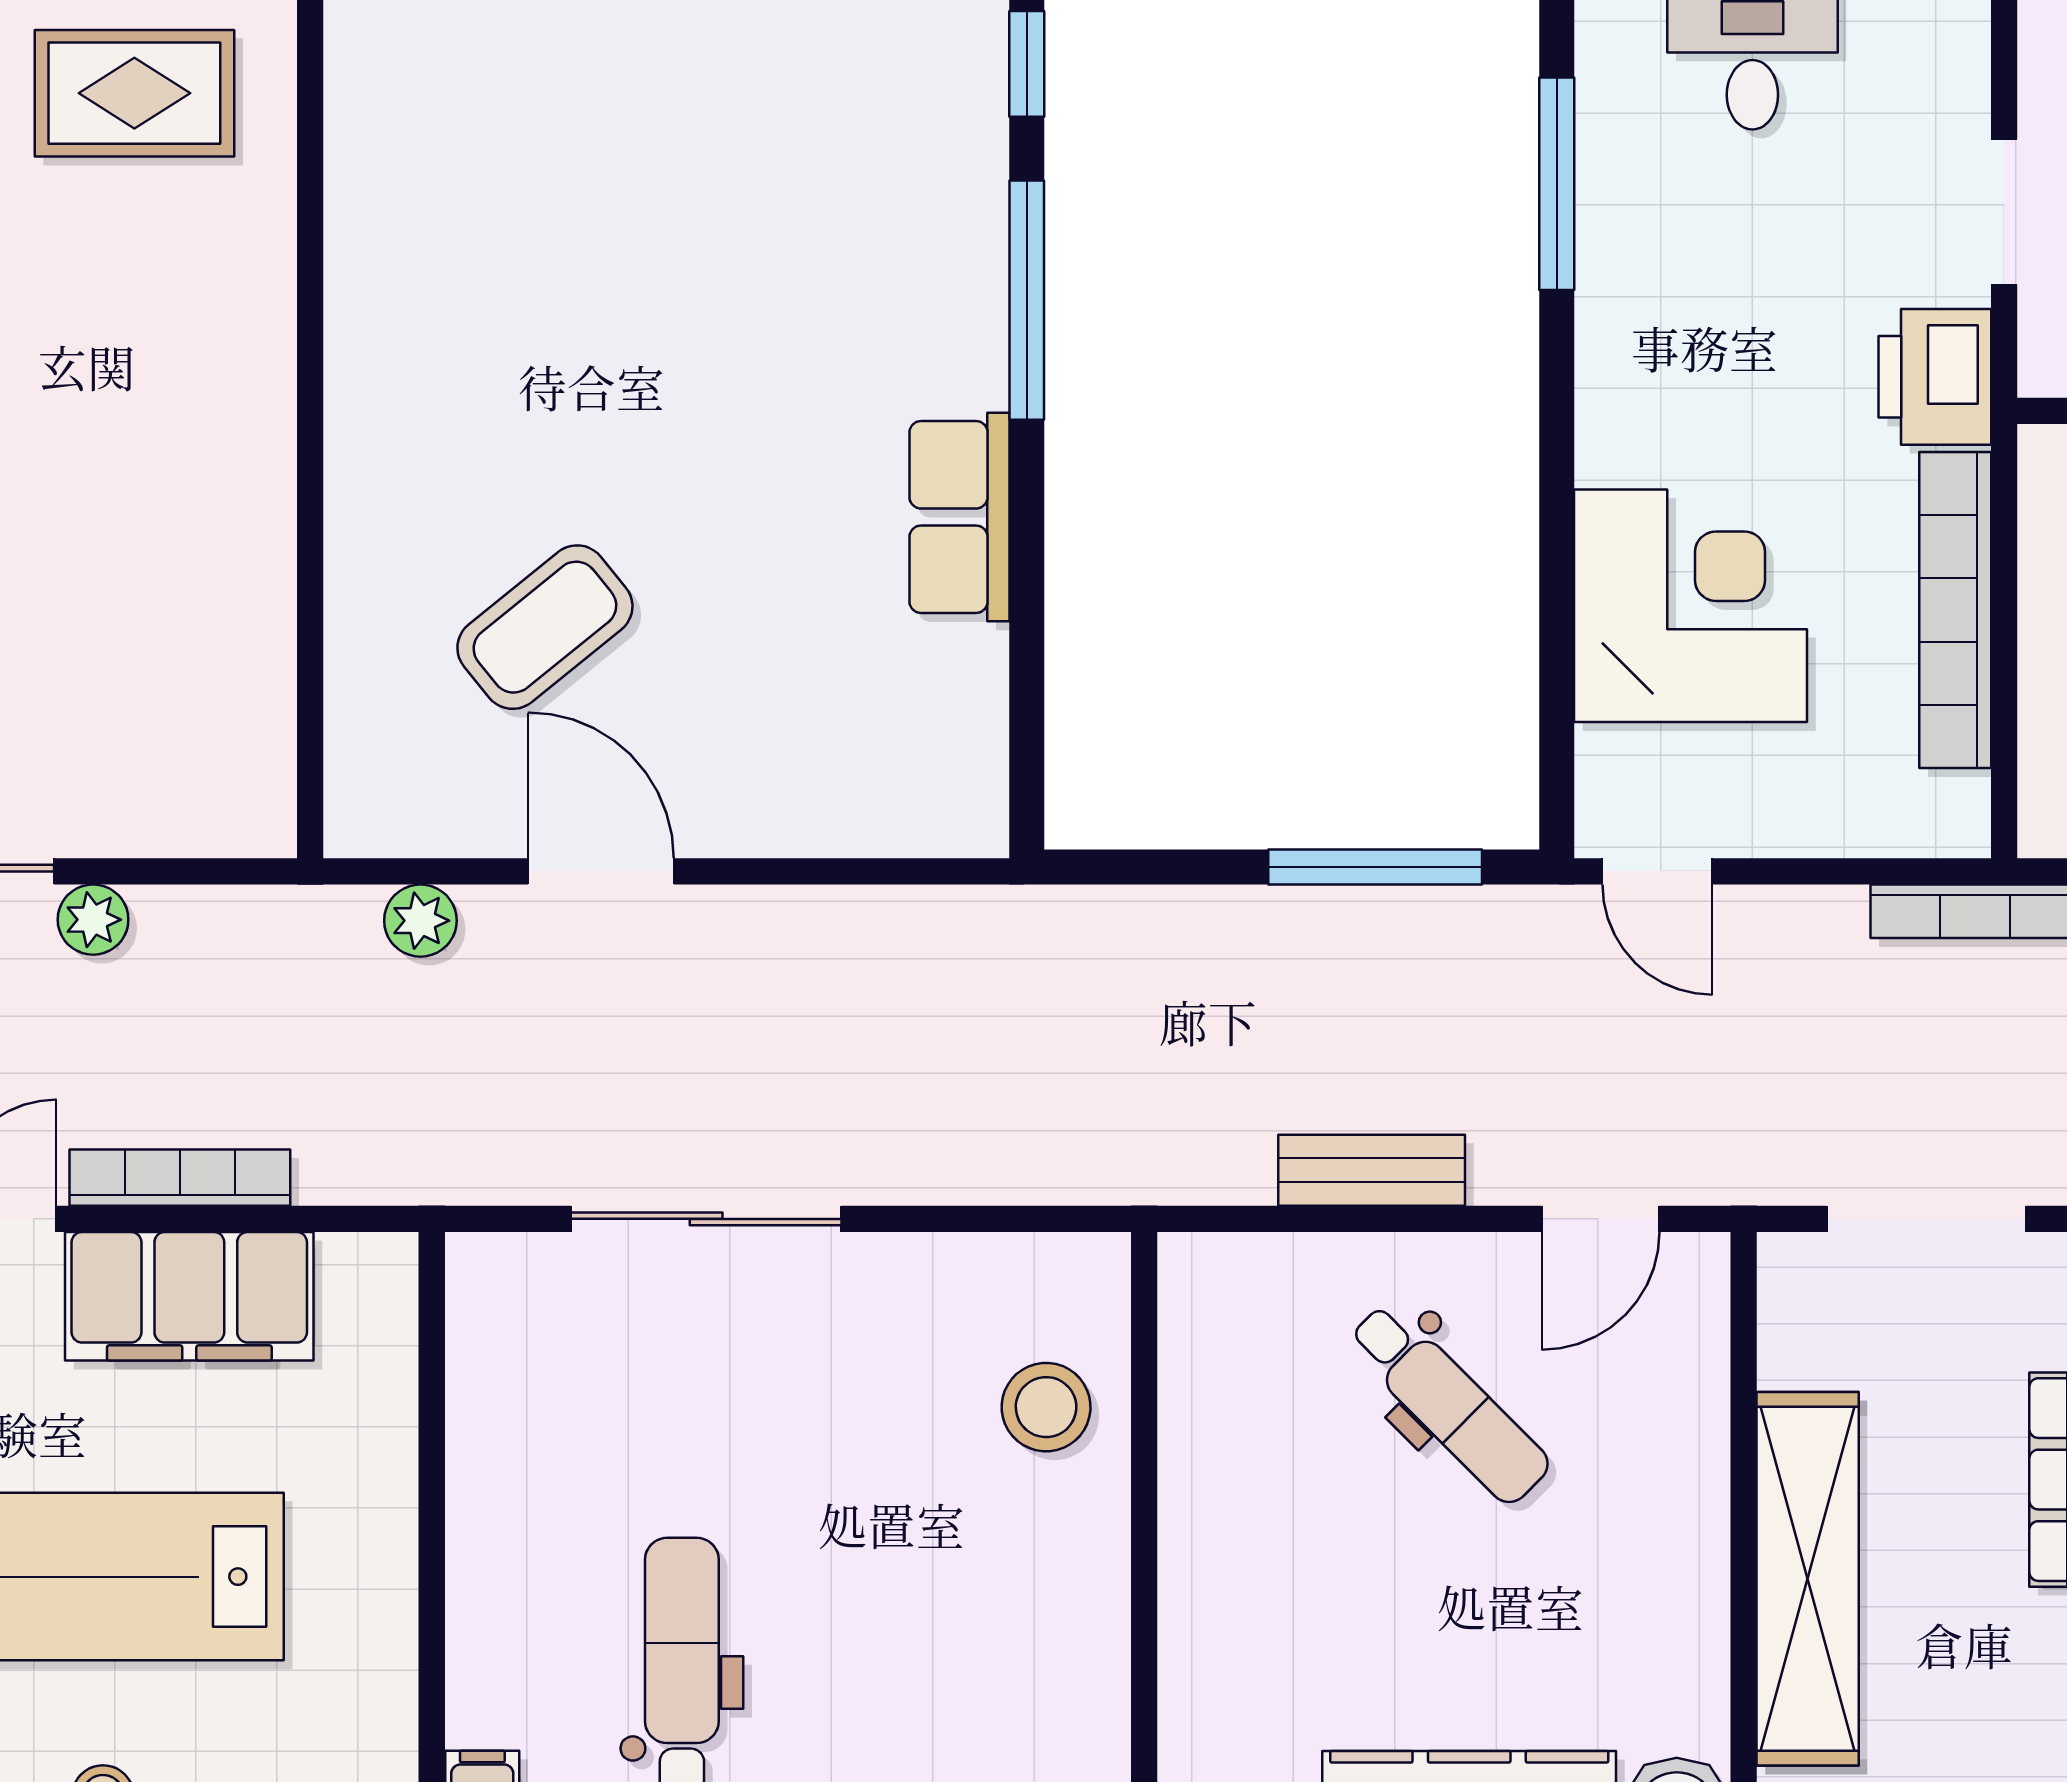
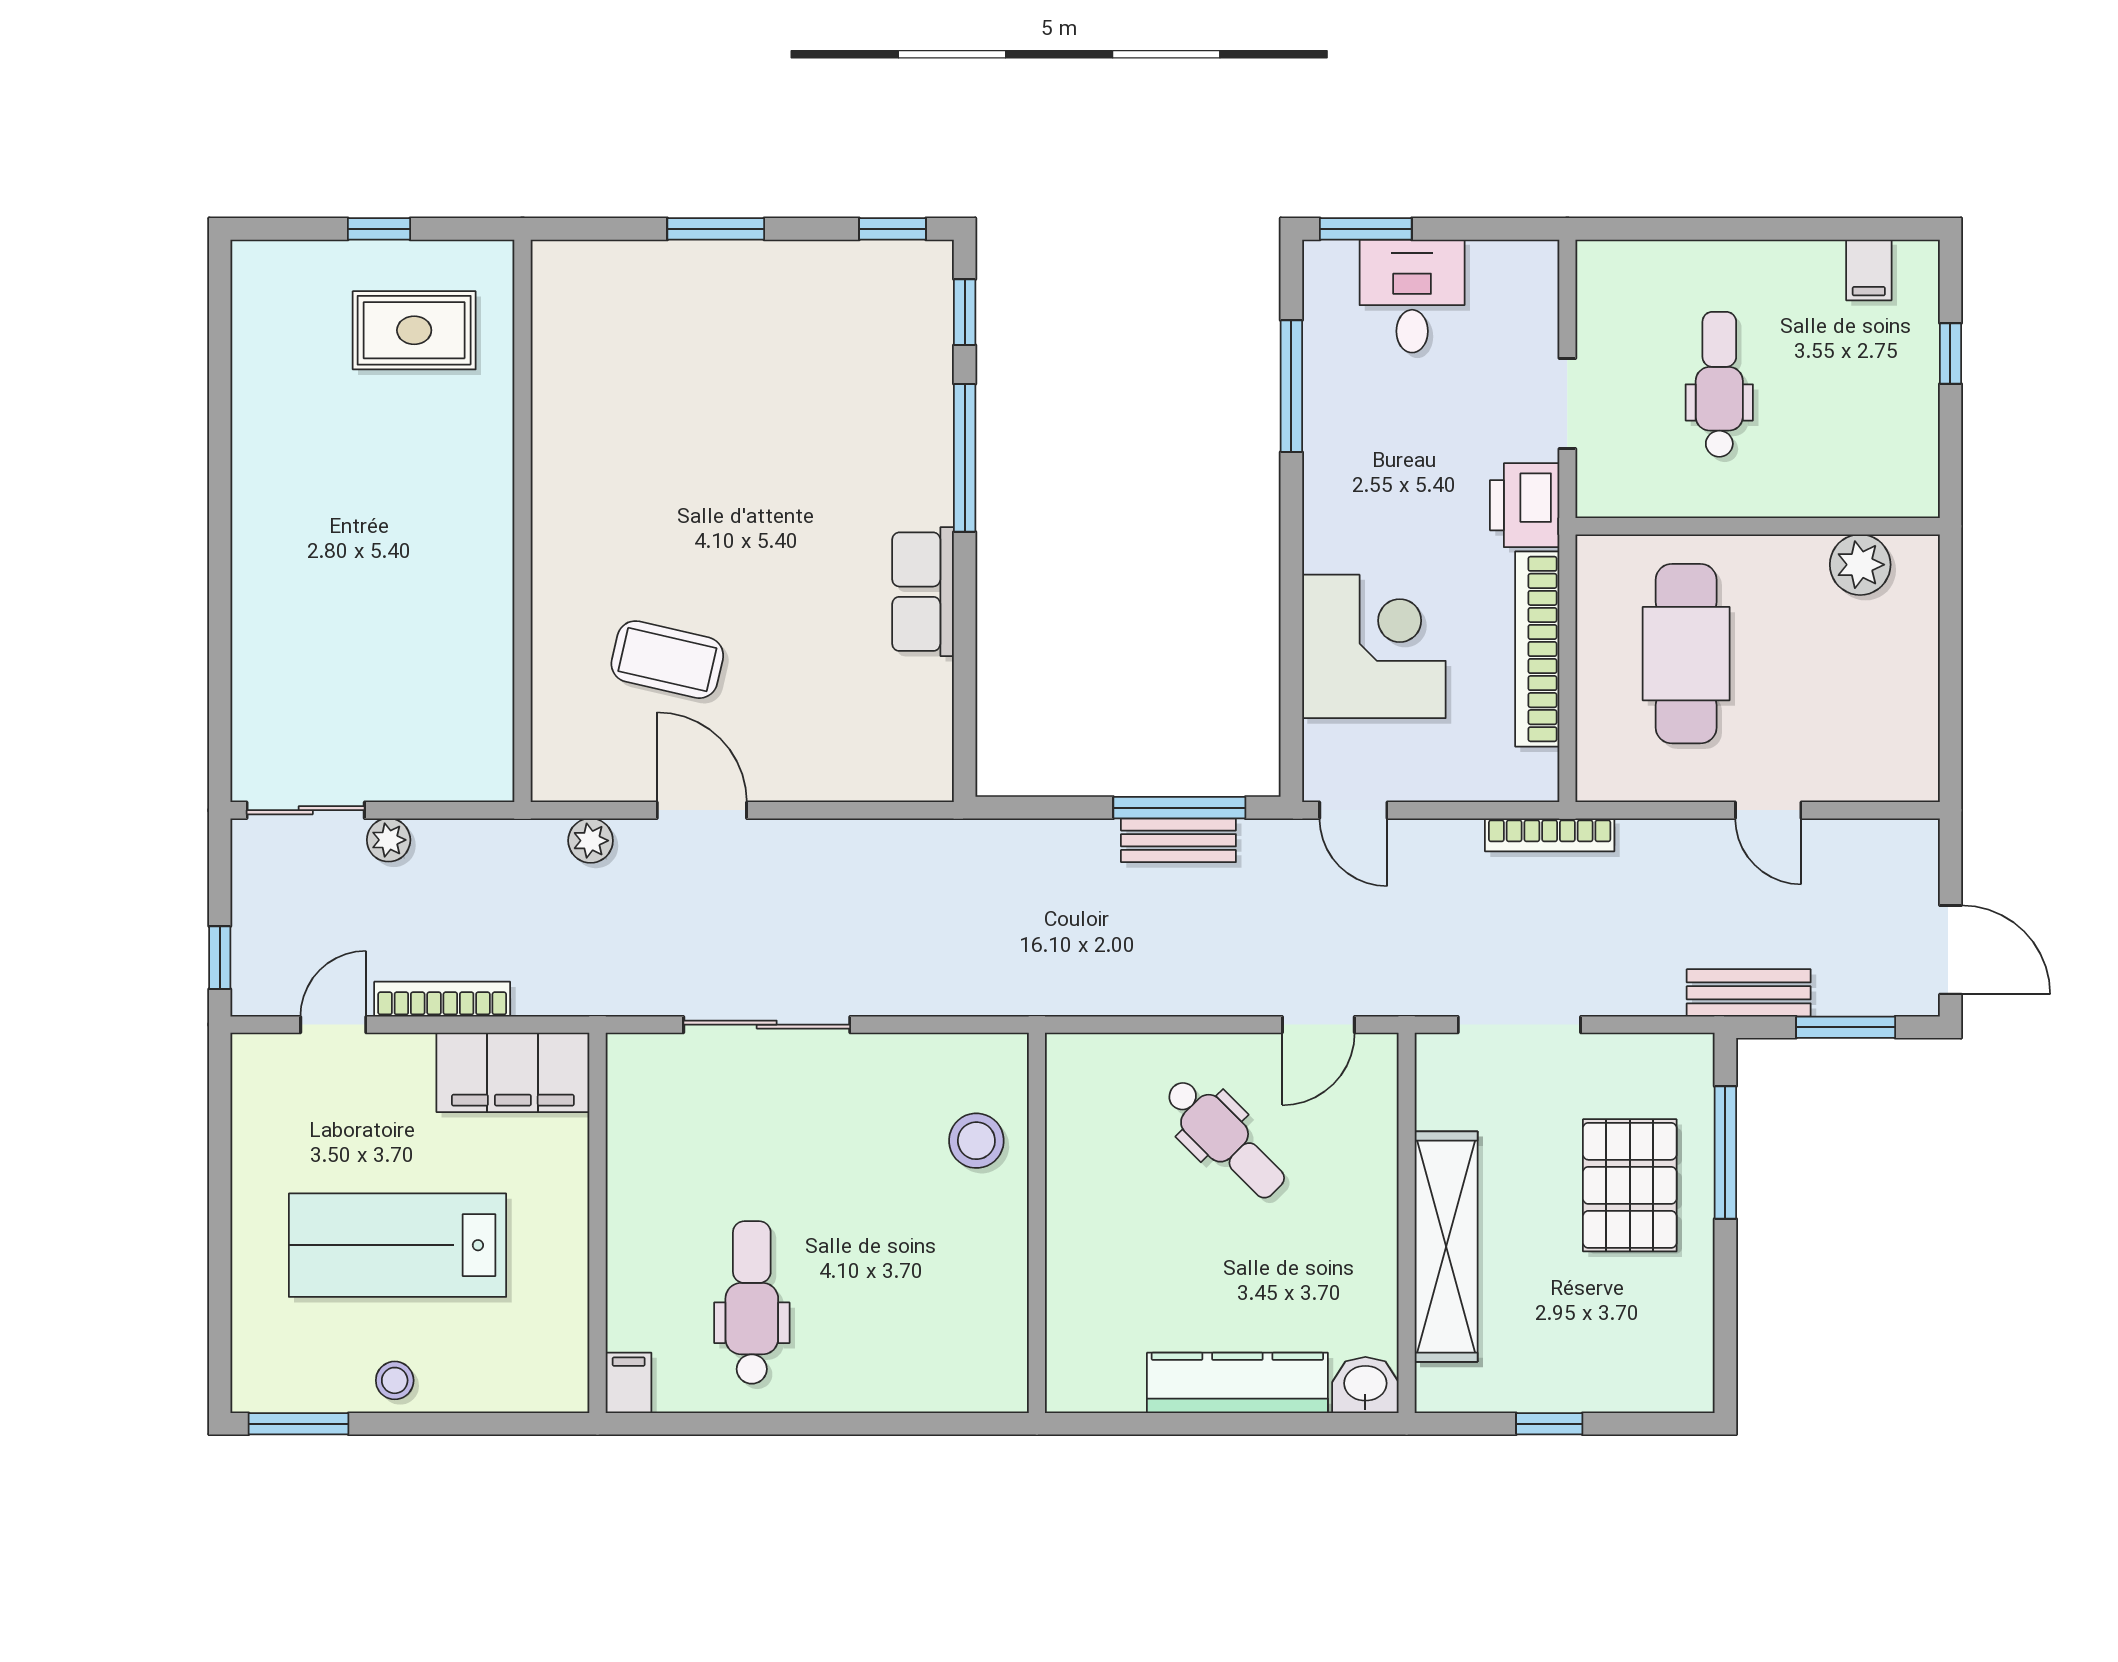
coffee table: (545, 627) -> (667, 660), turned 52
bench: (1372, 1170) -> (1178, 840), moved
filing cabinet: (189, 1296) -> (513, 1072), moved

